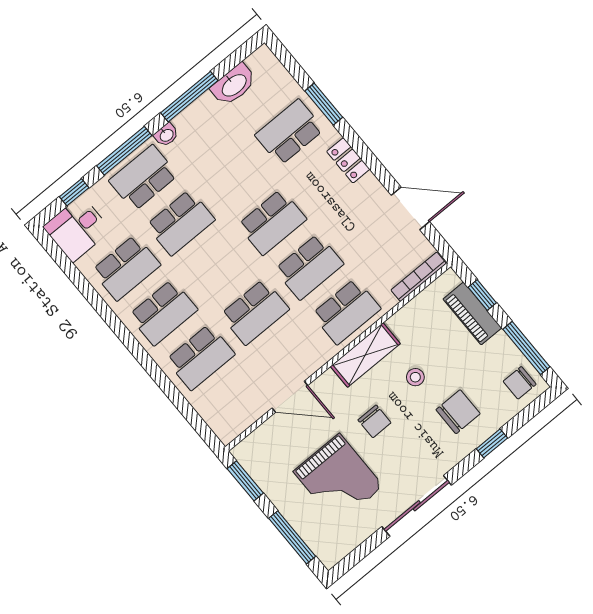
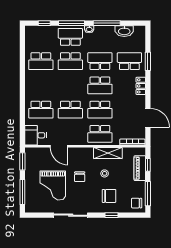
desk: (77, 229) -> (36, 135), moved
school desk: (163, 312) -> (100, 61), moved, turned 180
shelving: (365, 355) -> (108, 153), moved

